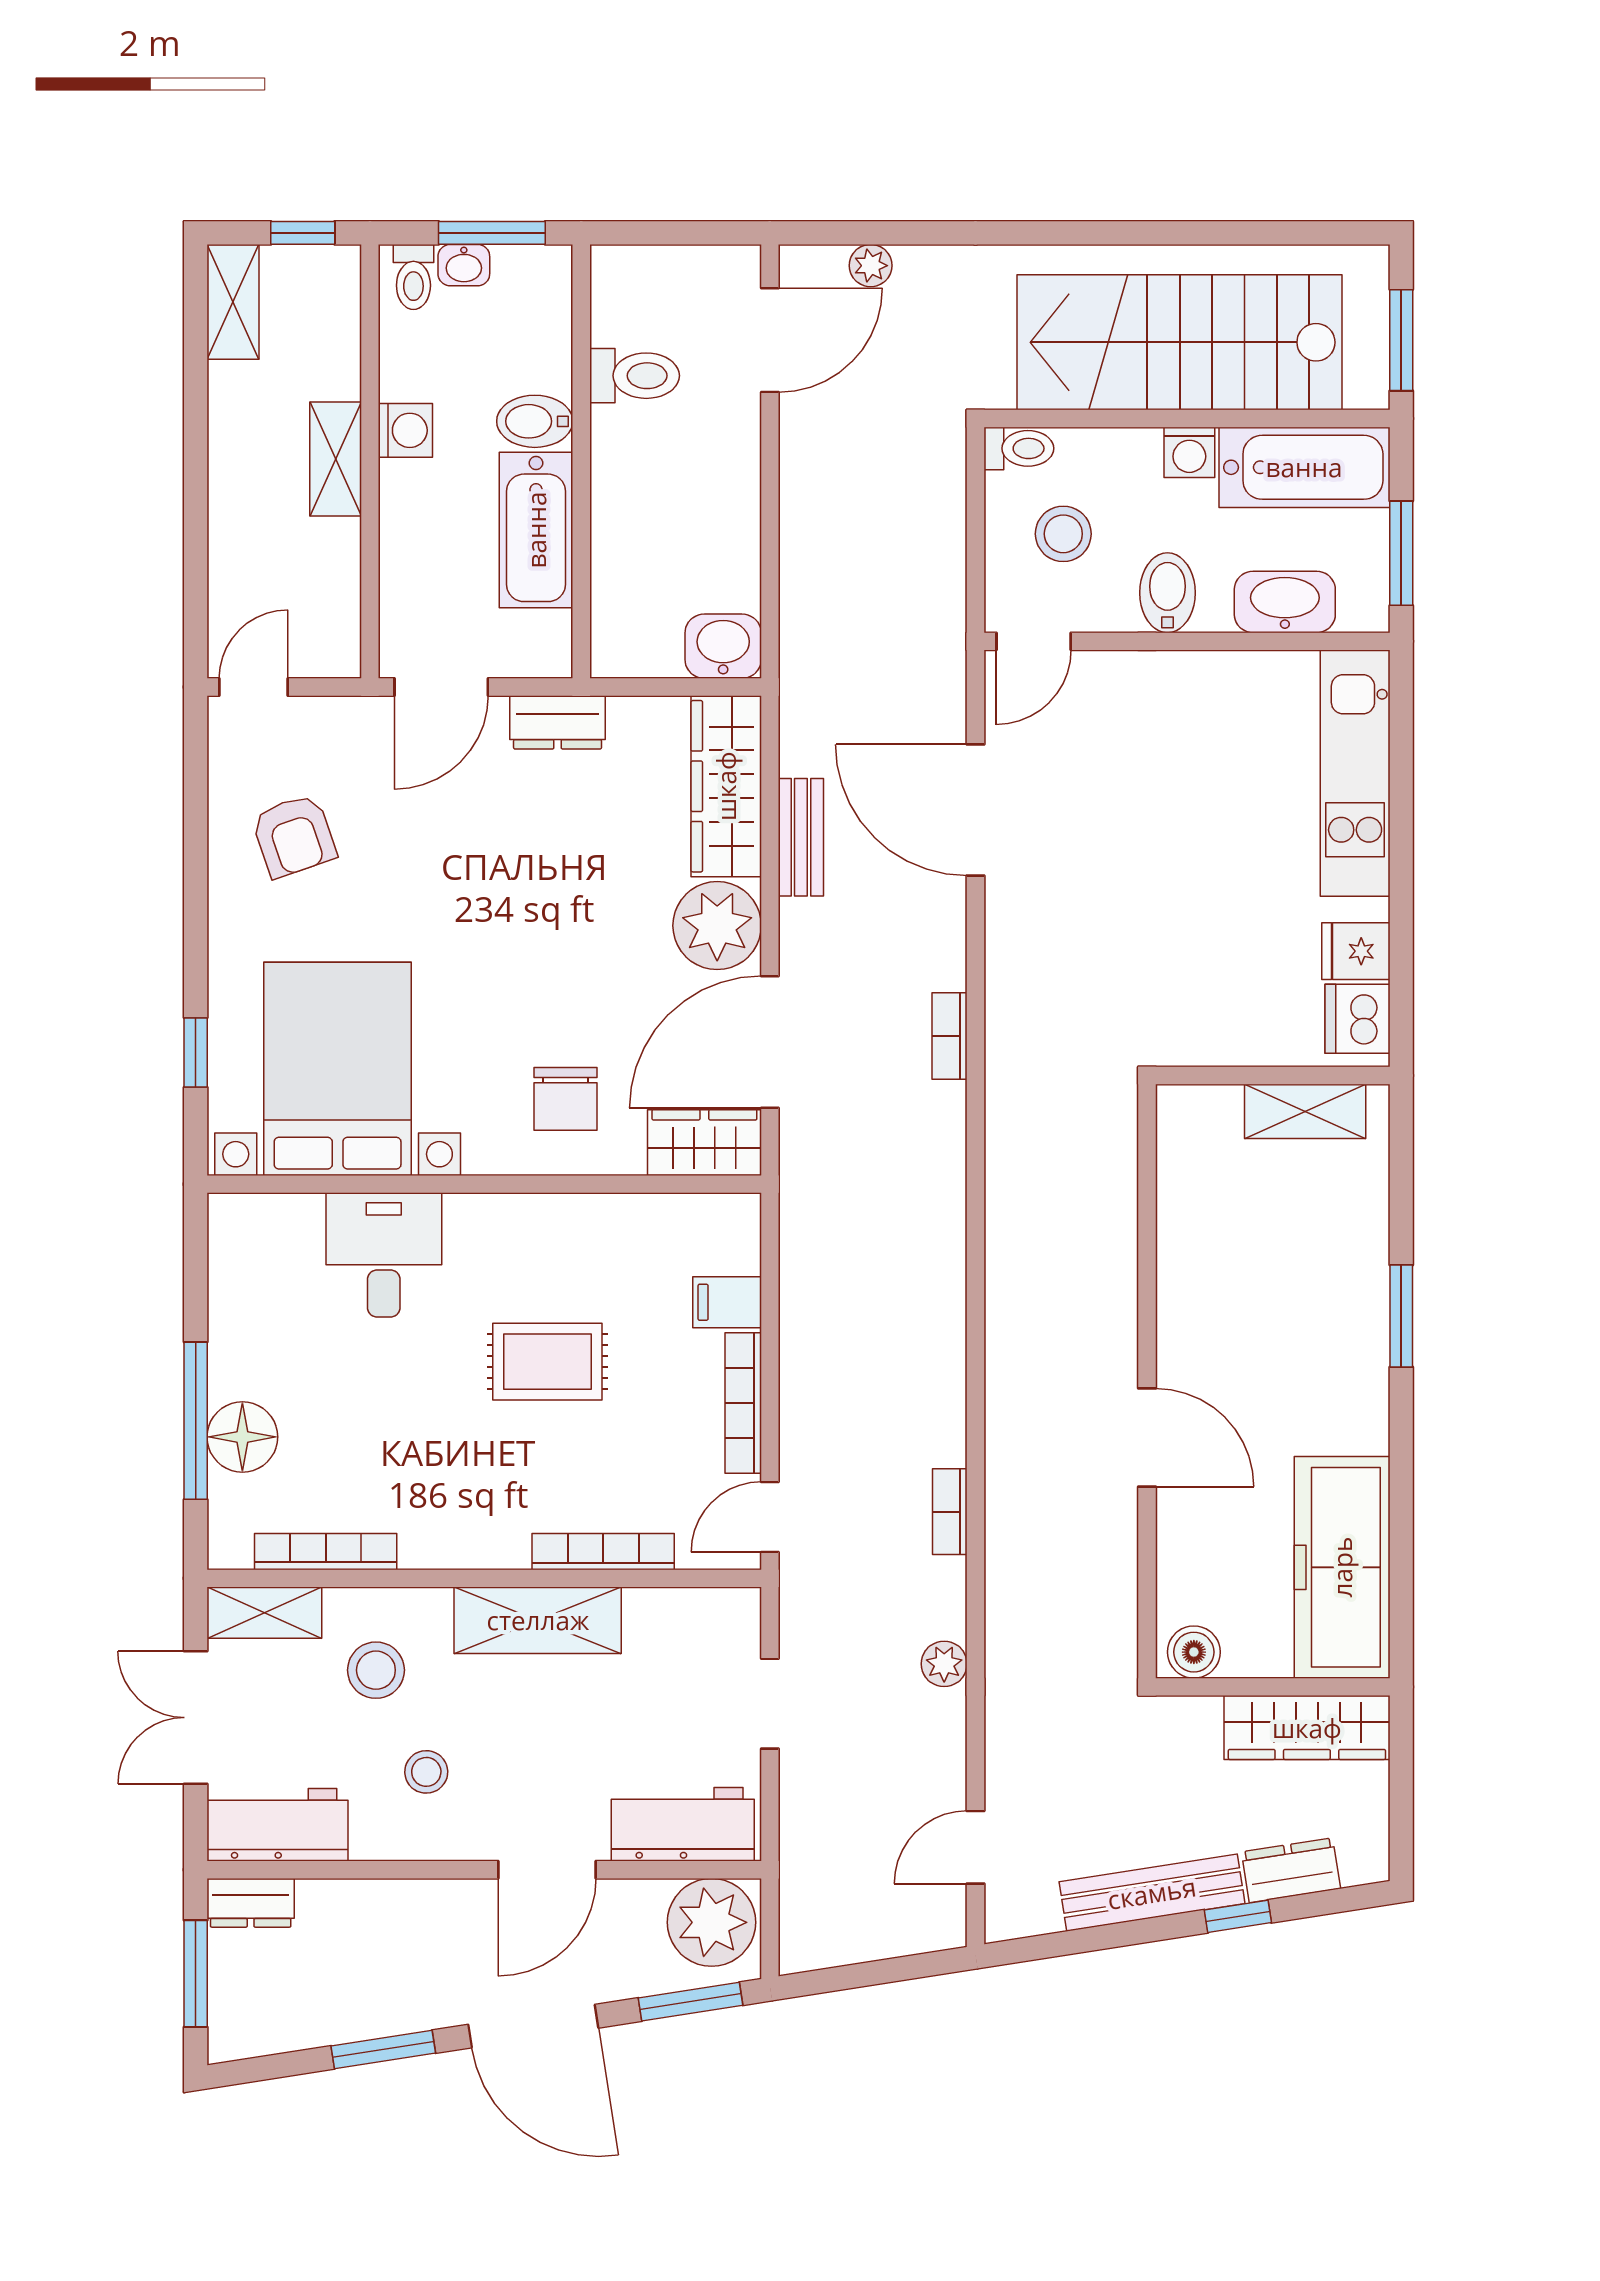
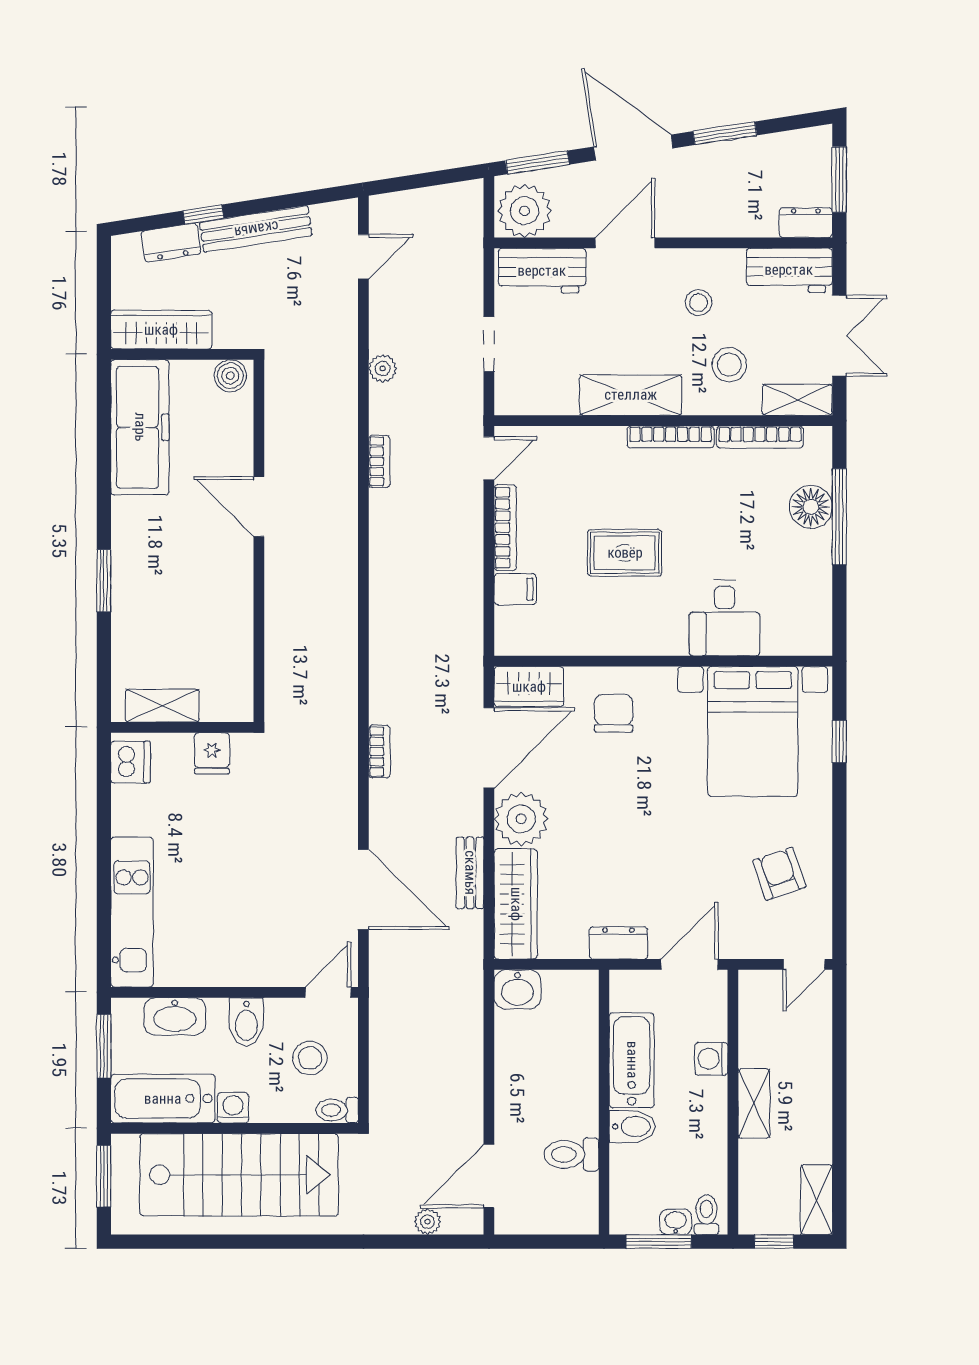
washing machine: (405, 430) -> (711, 1059), moved
fridge: (1356, 951) -> (212, 753), moved, turned 90
bookcase: (603, 1552) -> (671, 437), moved

